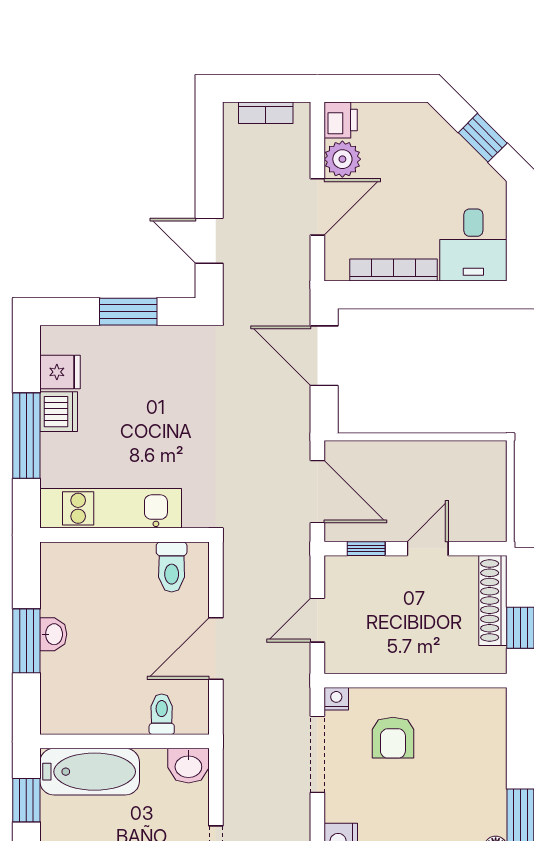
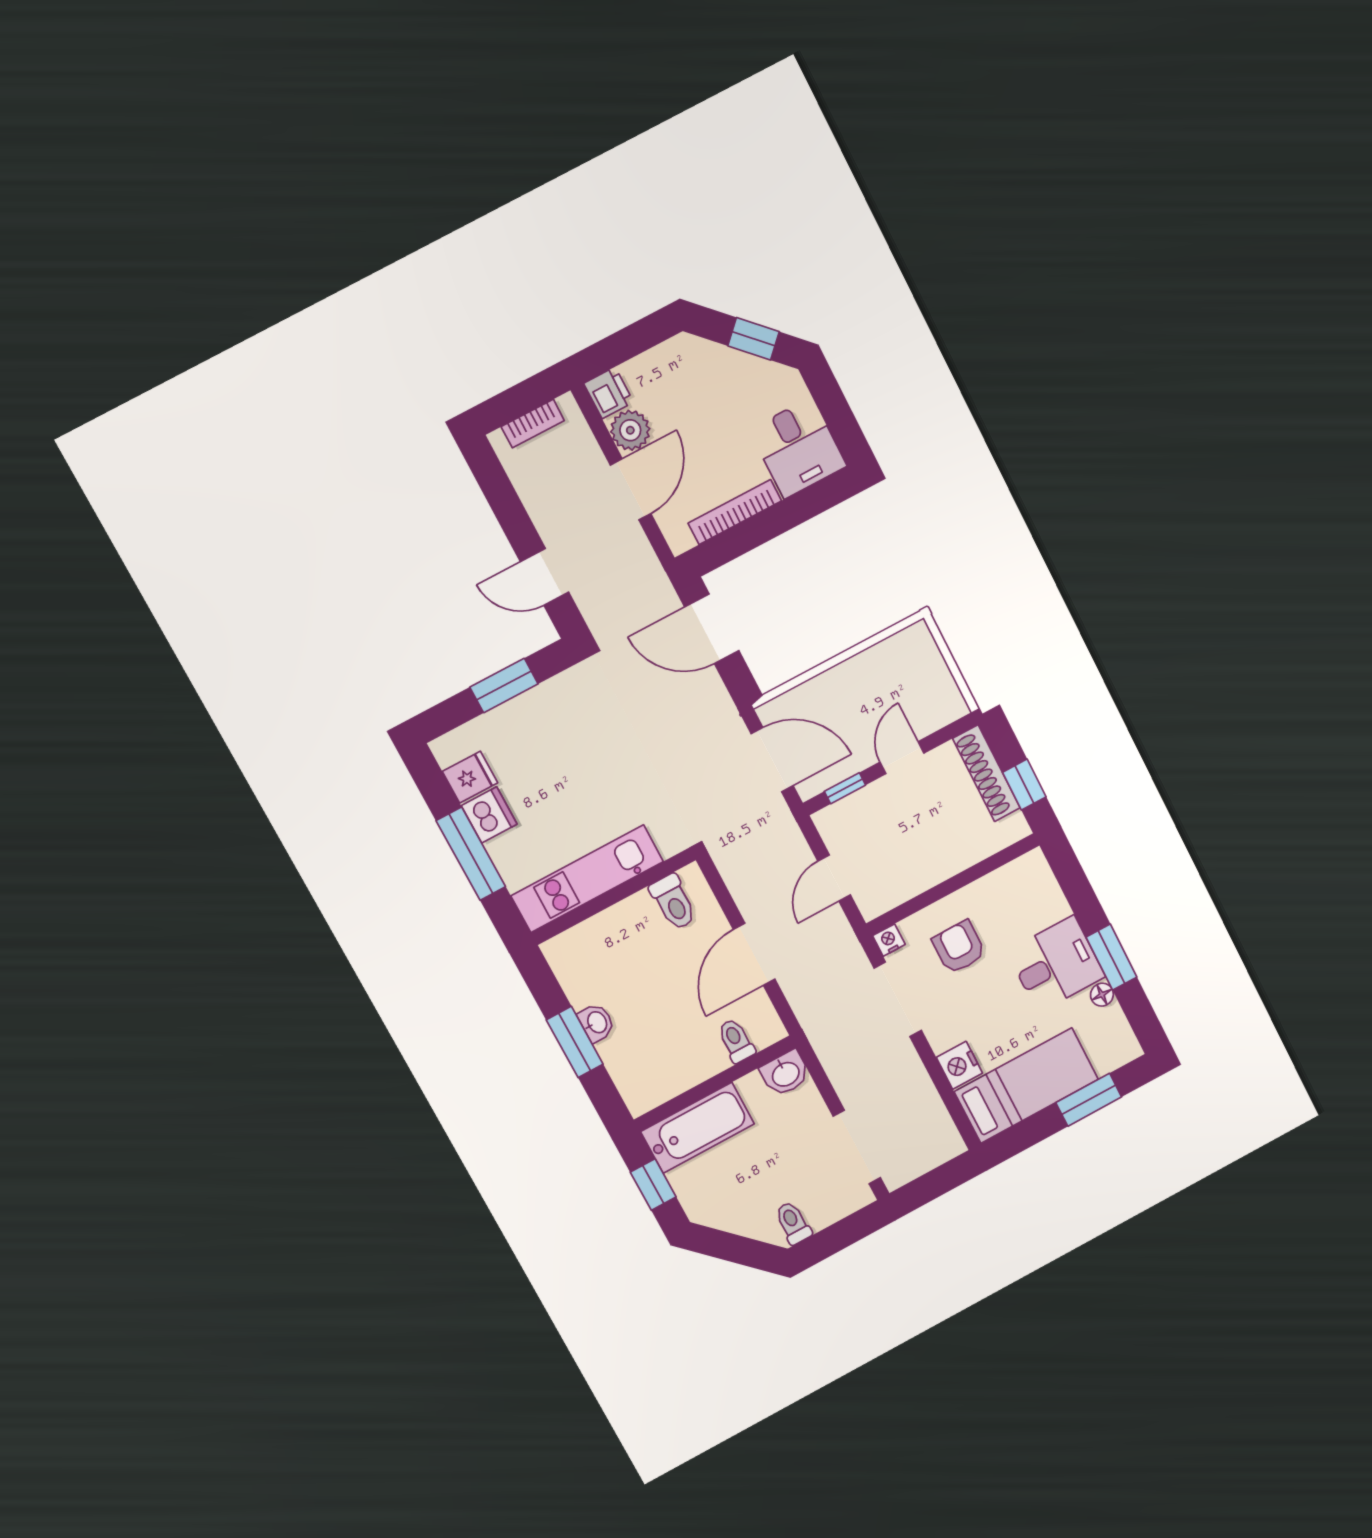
armchair: (393, 738) -> (959, 947), turned 180
desk: (469, 798) -> (1056, 964), added

